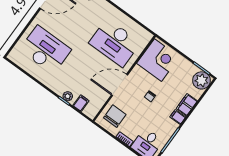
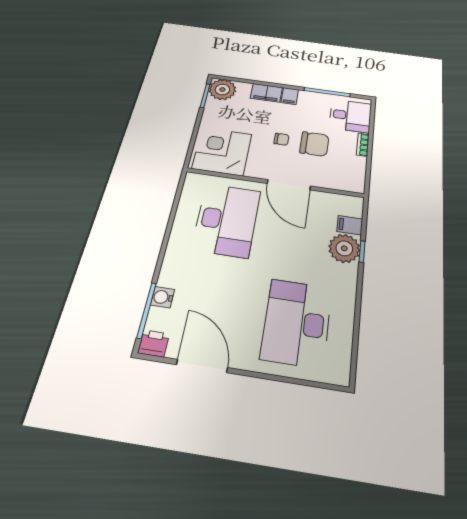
plant: (68, 96) -> (344, 248), width x1.88, depth x1.88
chair: (115, 116) -> (314, 144), moved, turned 180

